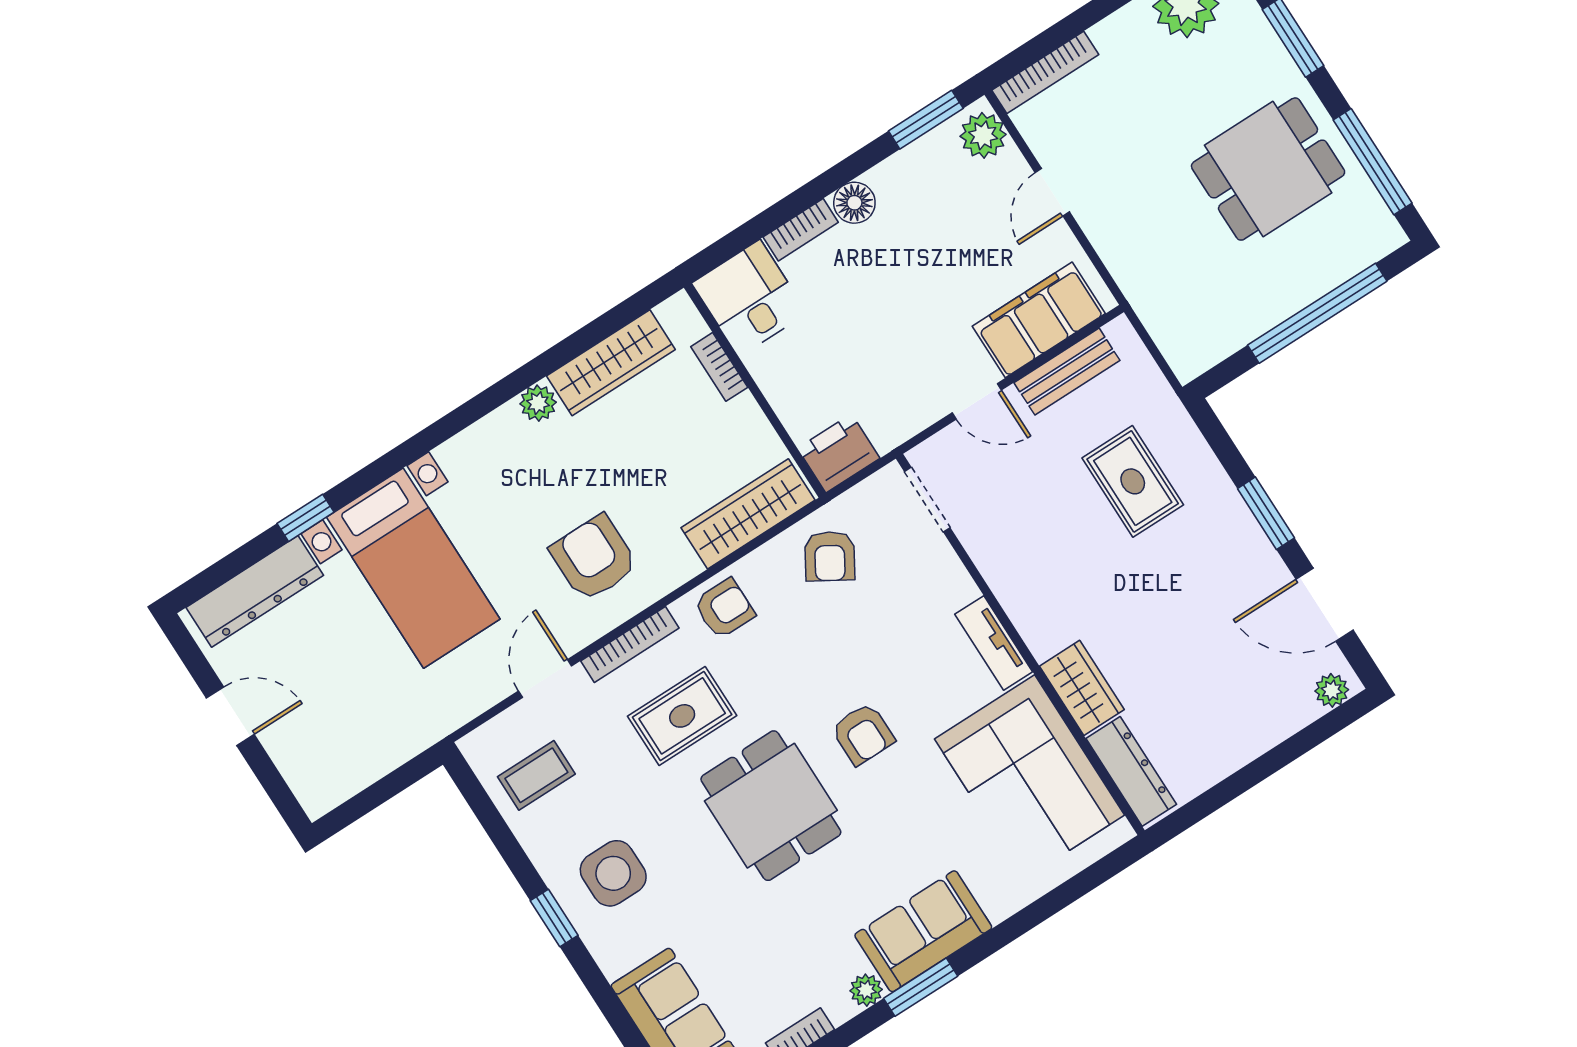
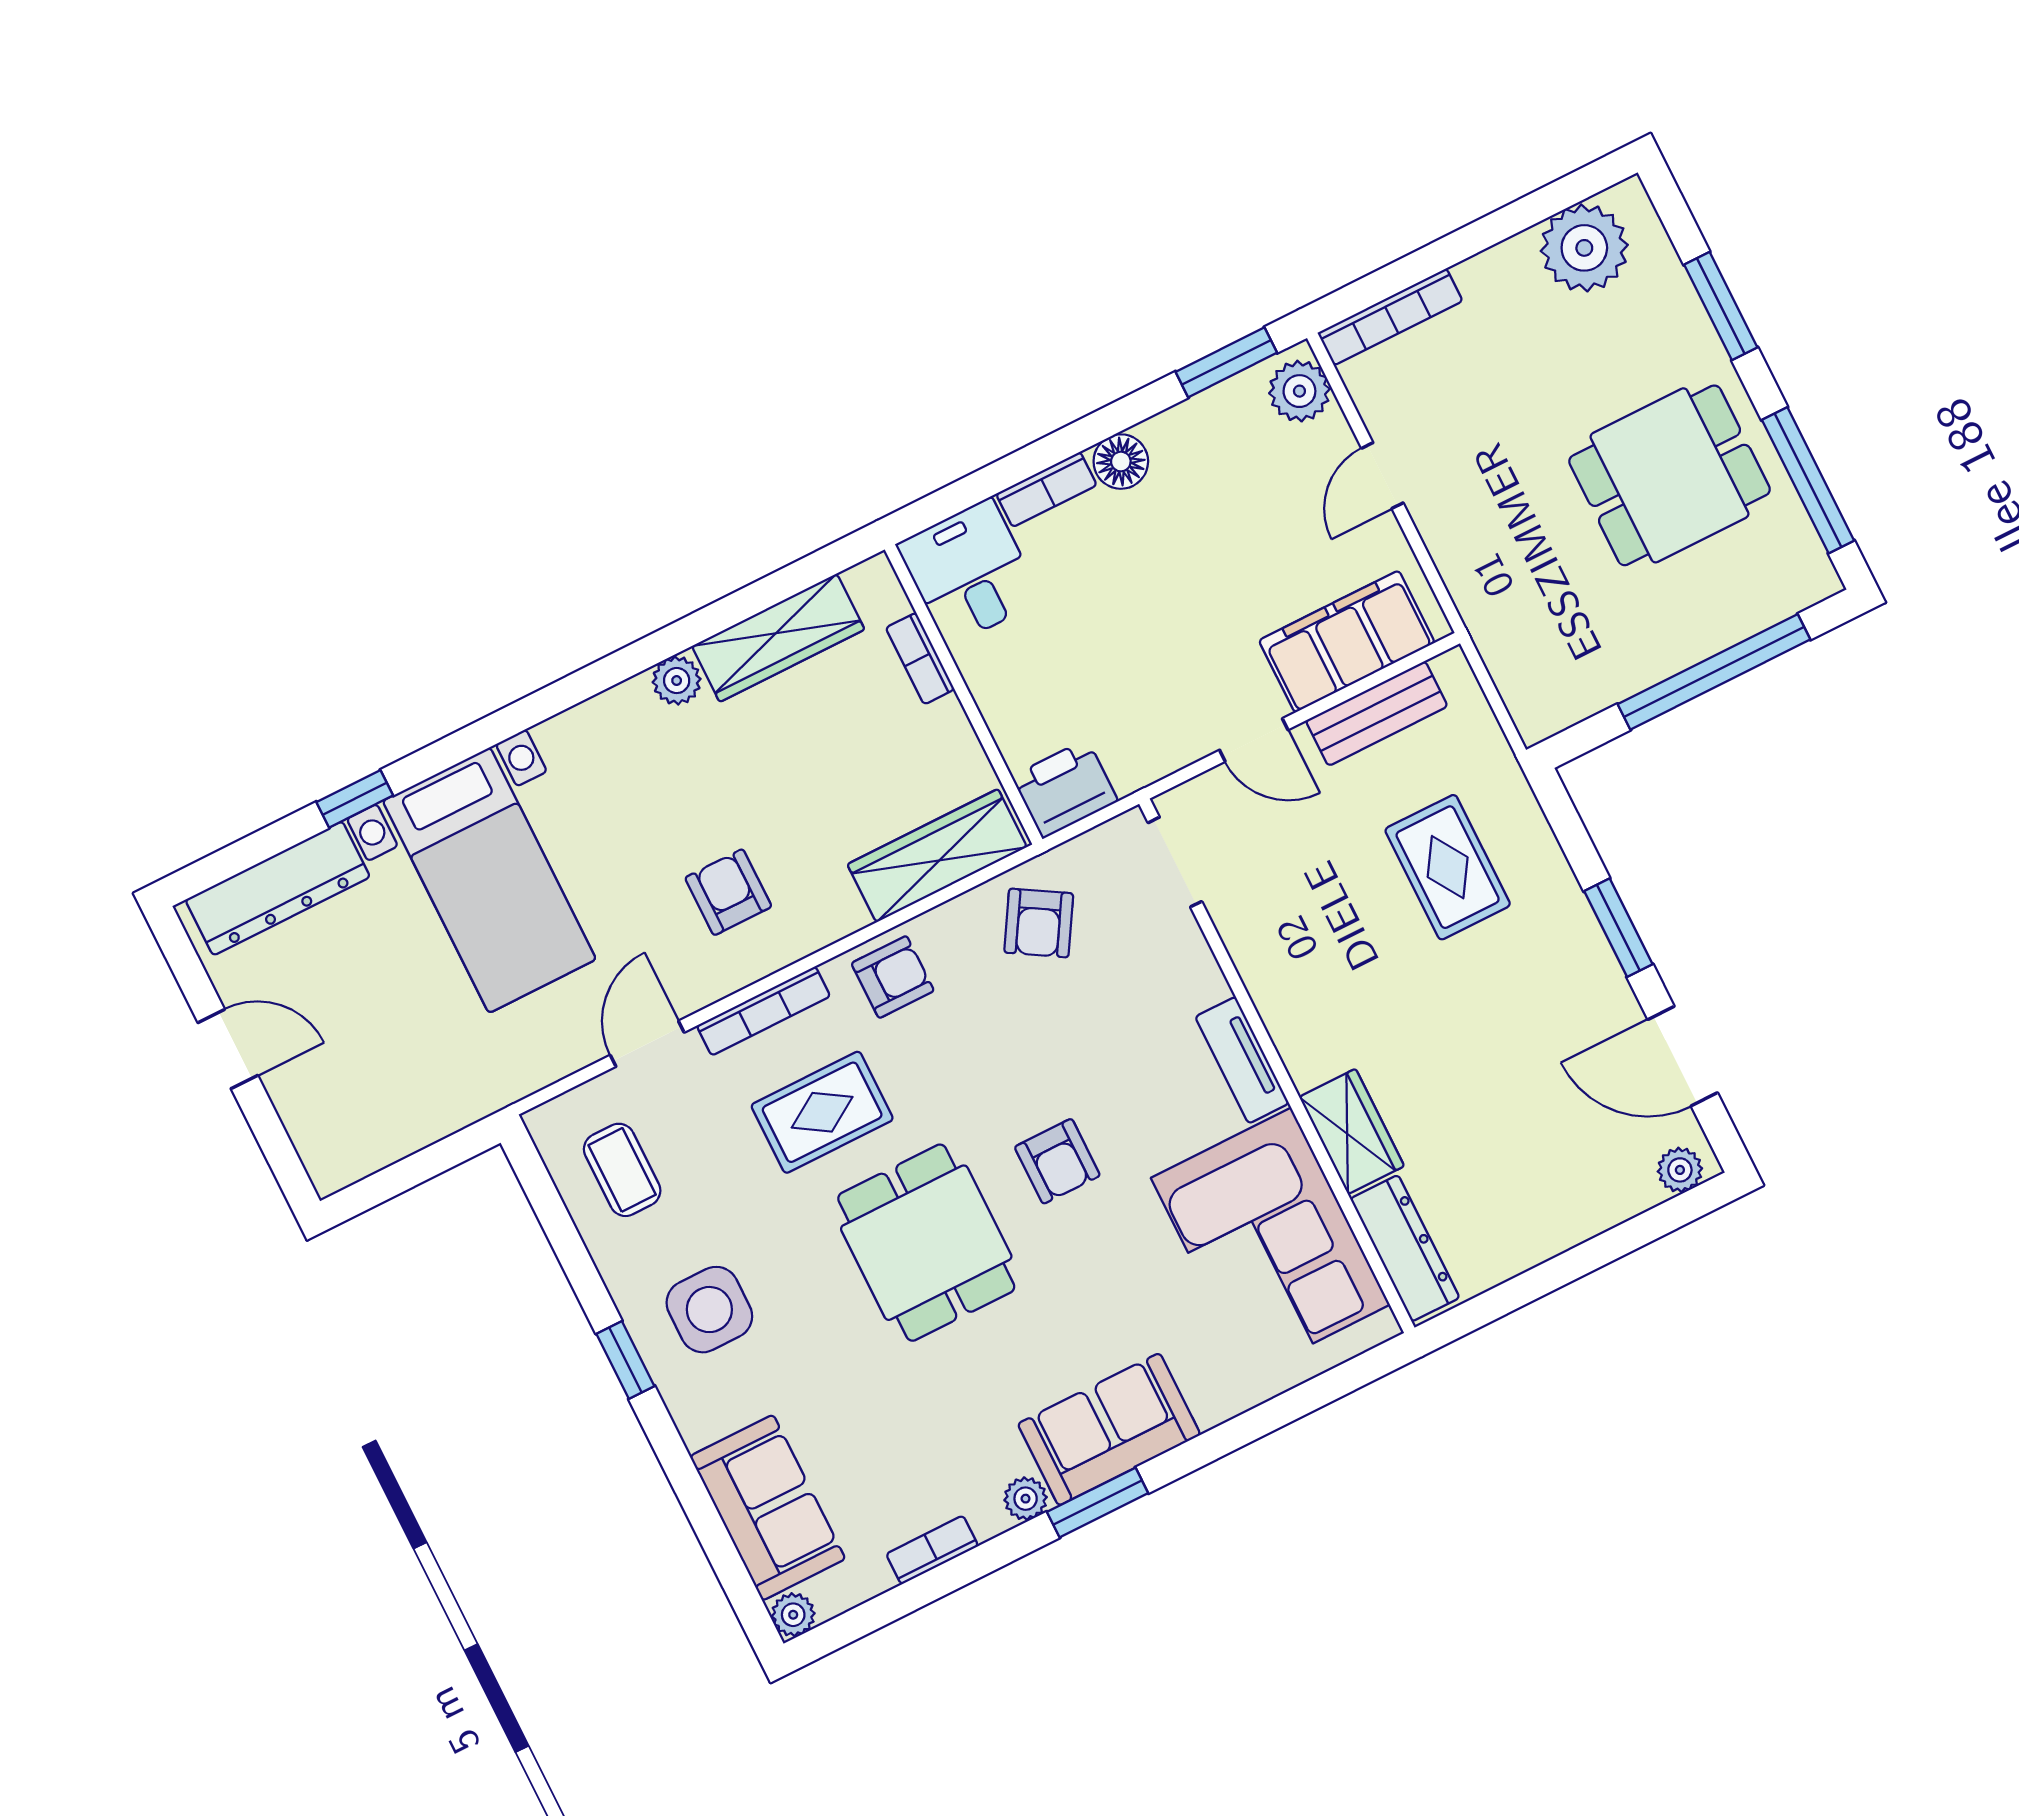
armchair: (594, 558) -> (728, 892), width x0.72, depth x0.72
coffee table: (536, 775) -> (622, 1170), turned 90

